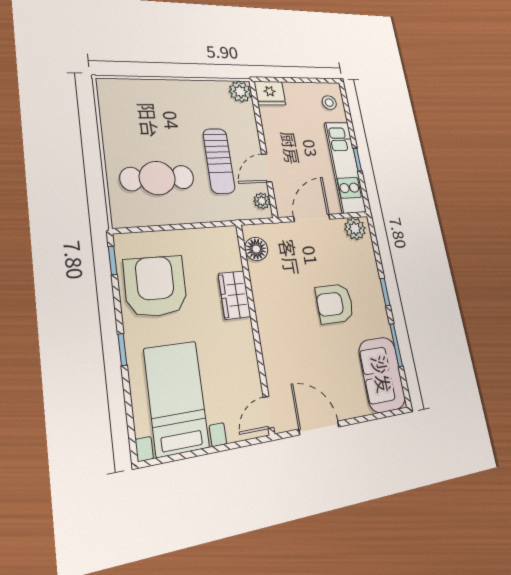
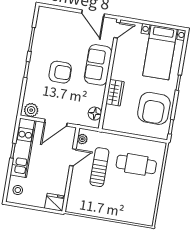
plant: (240, 92) -> (73, 206), removed
sofa: (382, 374) -> (98, 65), moved, turned 180

